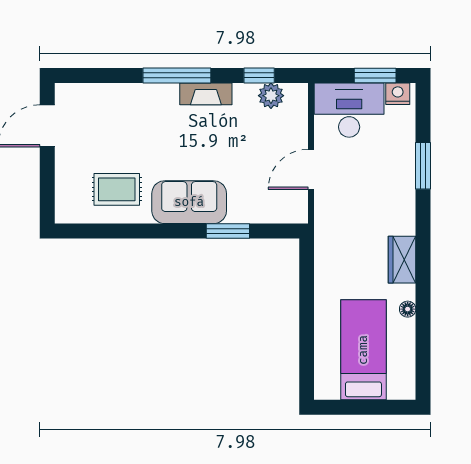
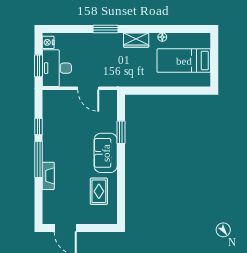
window: (259, 75) -> (38, 127), moved
window: (375, 75) -> (38, 66), moved
fireplace: (206, 94) -> (48, 176), moved
plant: (271, 96) -> (49, 110), removed
window: (423, 166) -> (106, 29), moved

